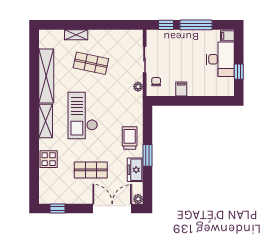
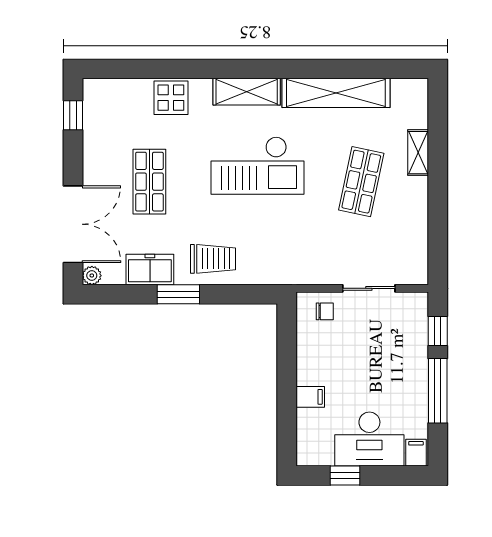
plant: (138, 87) -> (315, 276), removed
filing cabinet: (181, 89) -> (310, 397), moved
checkout: (83, 116) -> (258, 166), turned 180

